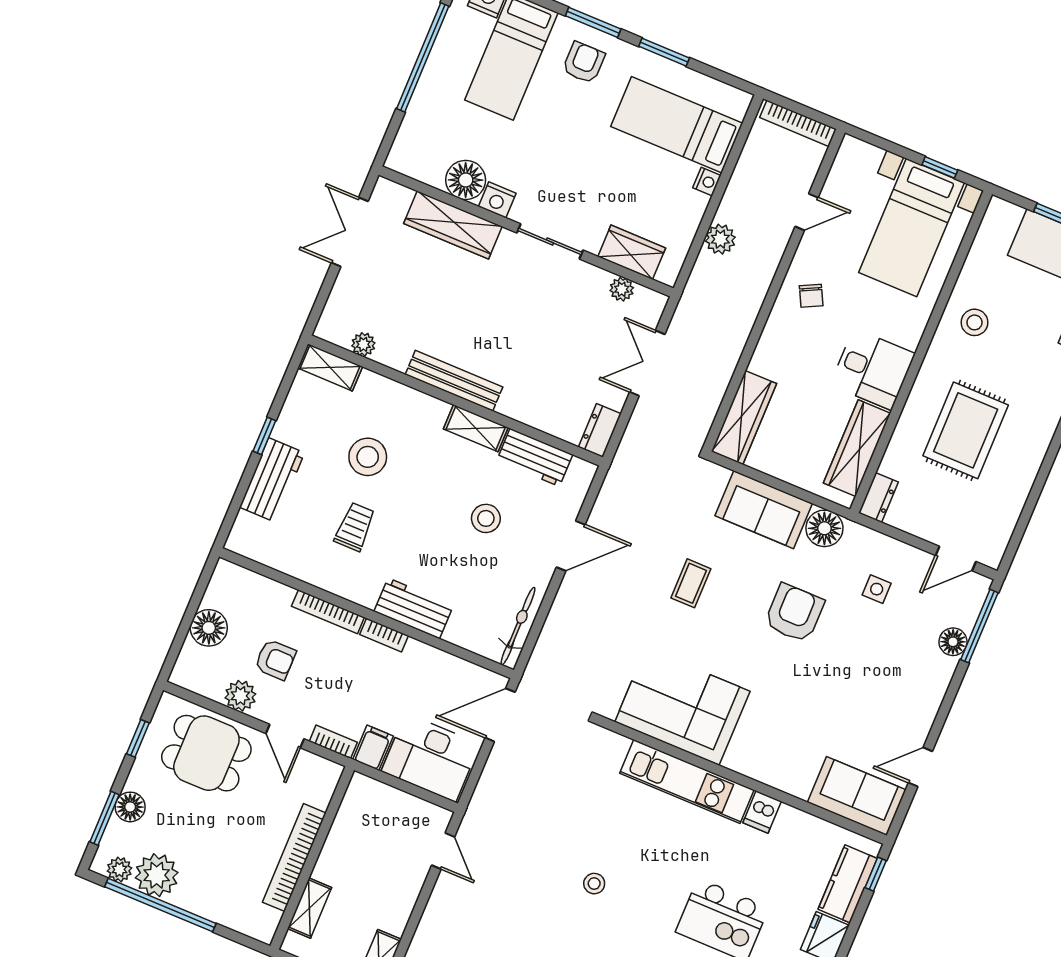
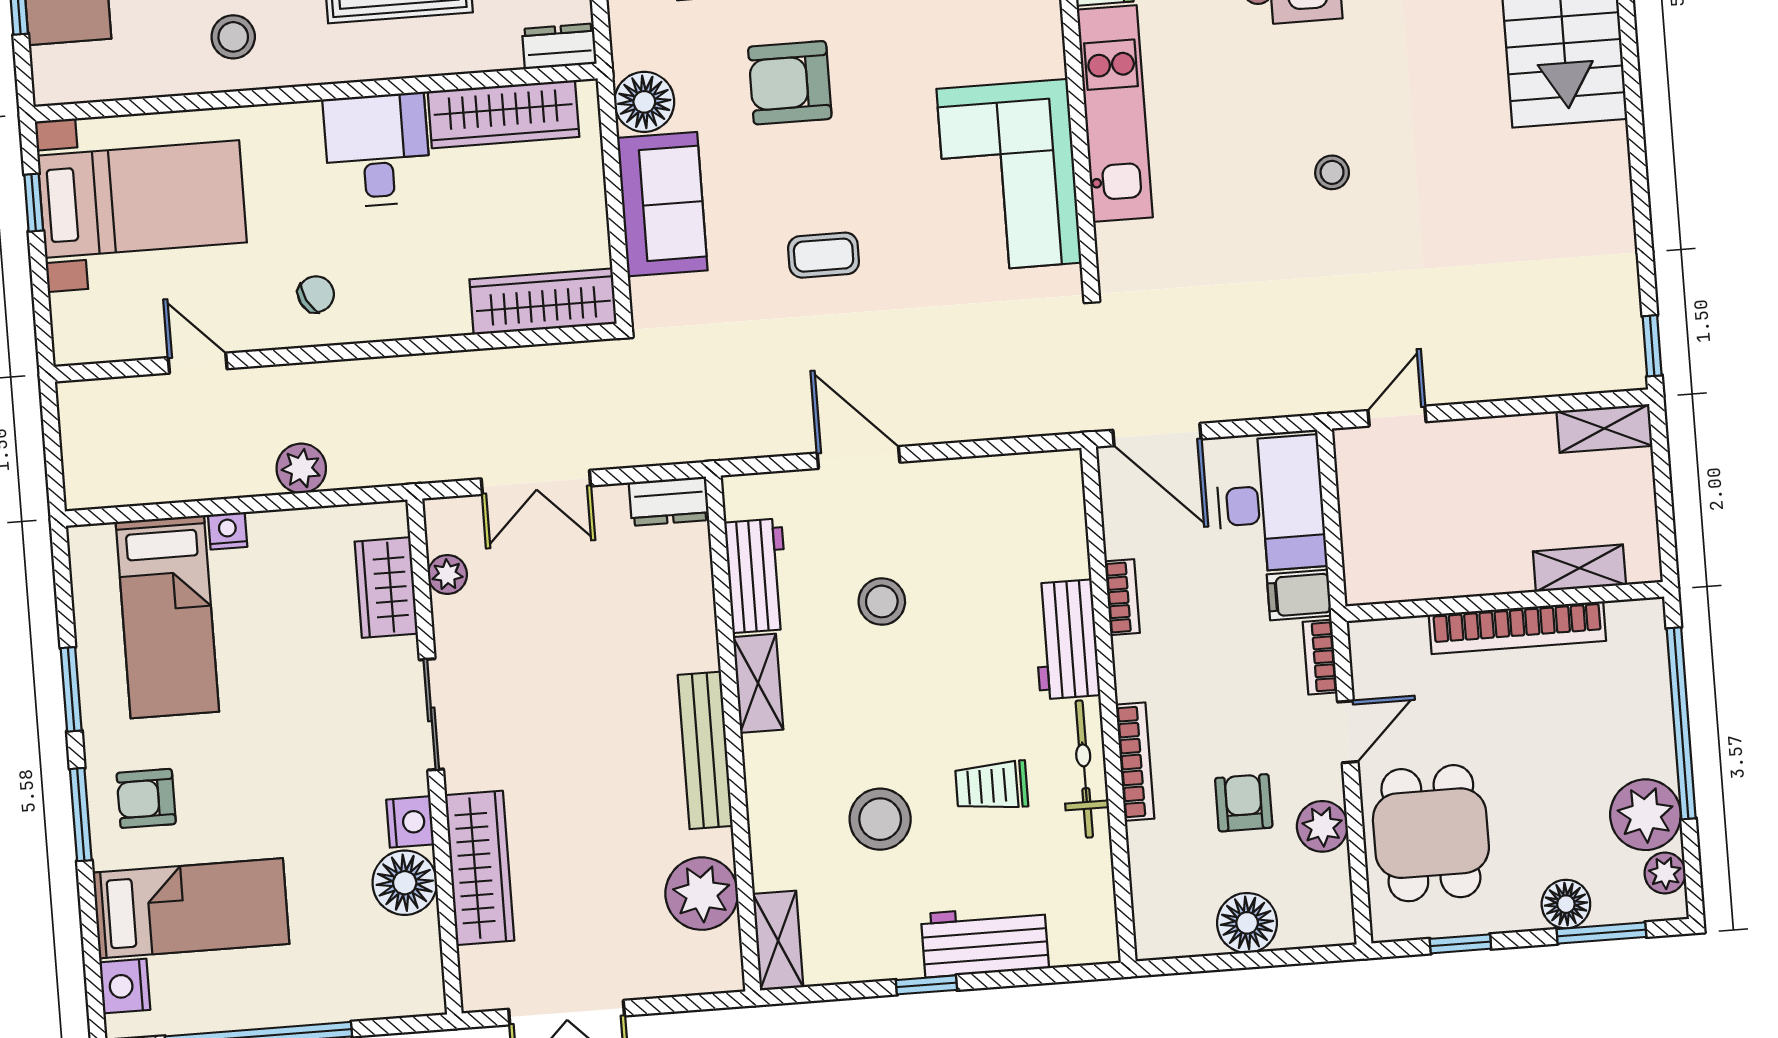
bookcase: (798, 123) -> (75, 441), removed
plant: (363, 344) -> (702, 894), width x1.87, depth x1.87
bicycle: (518, 626) -> (1084, 769), moved, turned 90
bookcase: (384, 635) -> (1122, 597), moved
window: (160, 905) -> (1681, 723), moved

